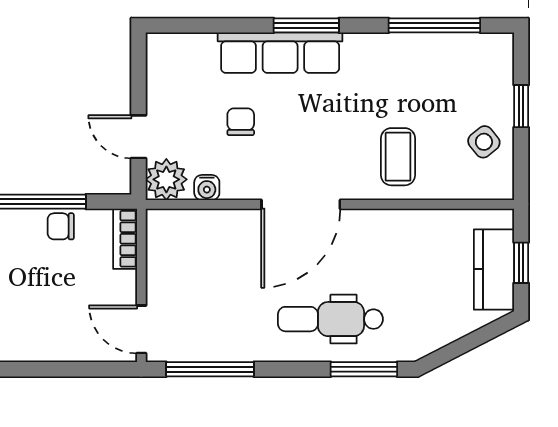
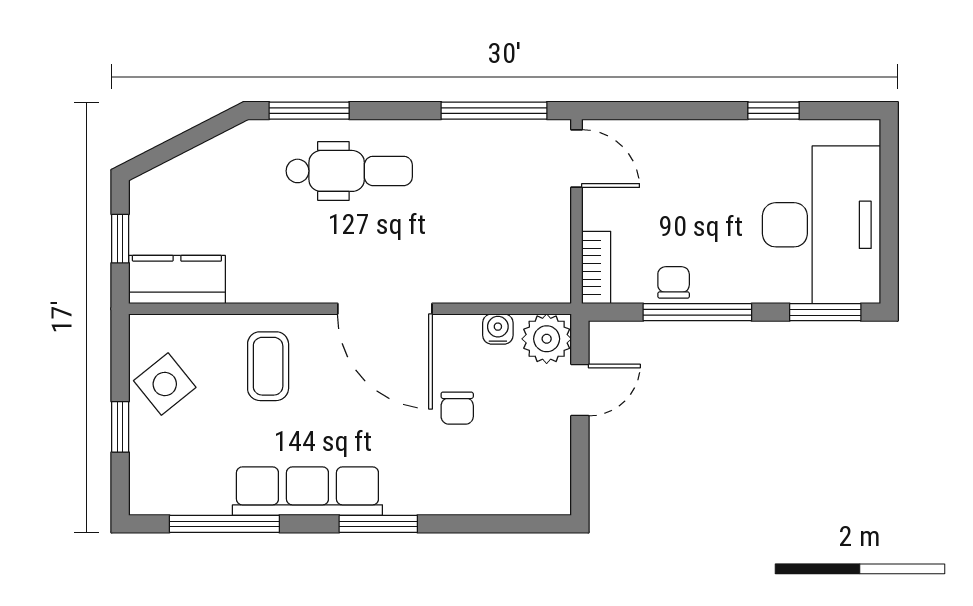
row of seats: (280, 53) -> (307, 491), moved
door: (139, 137) -> (580, 390), hinge flipped
side table: (484, 142) -> (165, 384), width x1.37, depth x1.37
door: (301, 204) -> (385, 309), swing flipped
chair: (61, 226) -> (674, 282), turned -90
kitchen counter: (494, 269) -> (177, 280), moved, turned -90

